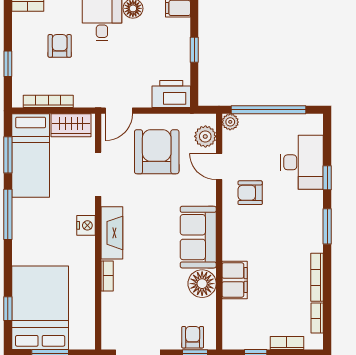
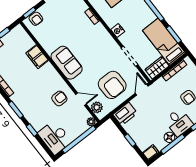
desk: (302, 162) -> (55, 137), moved
fireplace: (112, 233) -> (104, 36), removed
floor lamp: (202, 284) -> (50, 44), removed

